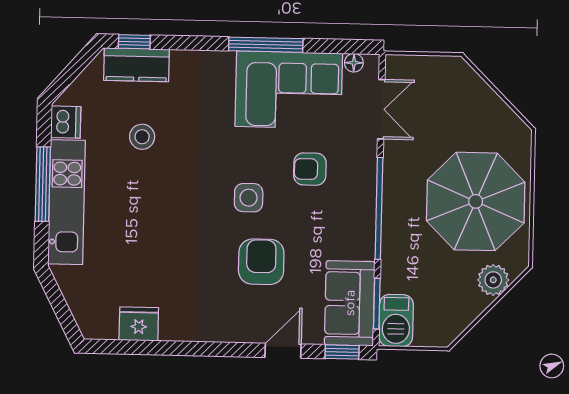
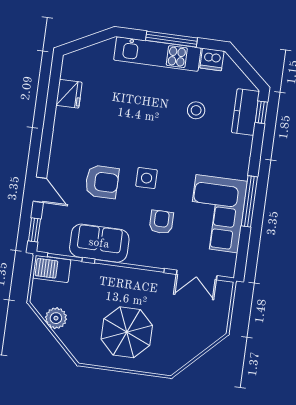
floor lamp: (354, 63) -> (230, 260), removed
parasol: (476, 201) -> (127, 332), width x0.73, depth x0.73
plant: (493, 280) -> (56, 318), moved
sofa: (350, 303) -> (99, 243), moved

